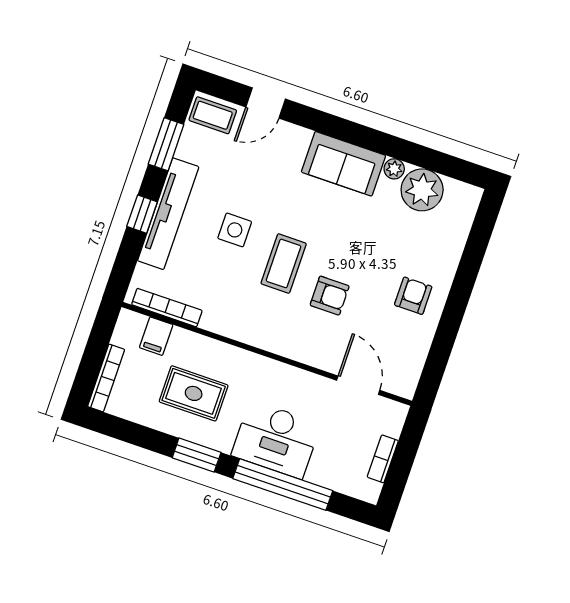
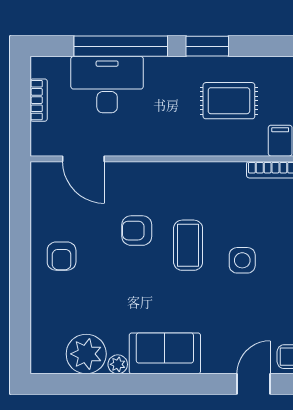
desk: (276, 440) -> (107, 85), moved

